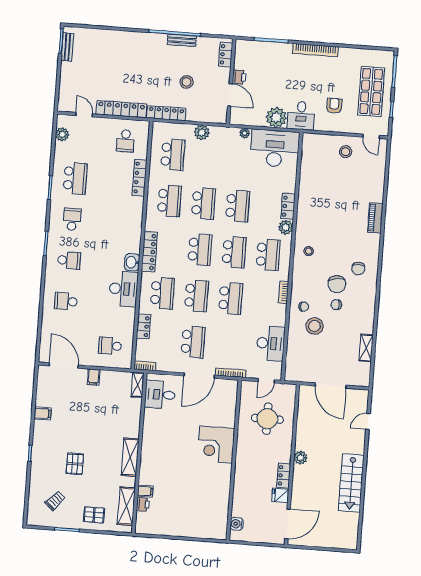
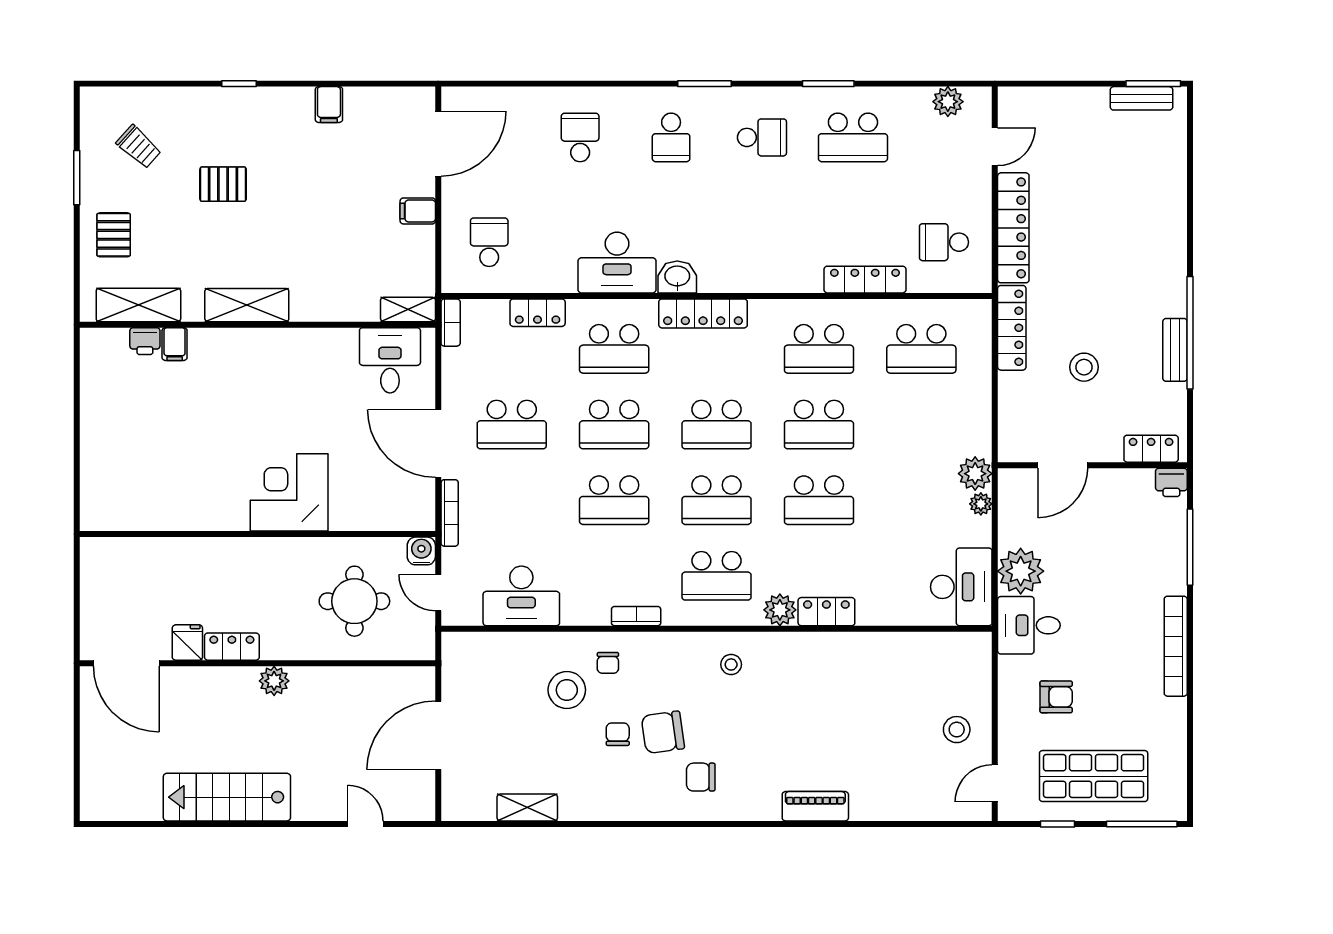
printer: (239, 77) -> (1171, 482), moved
plant: (202, 132) -> (975, 474), moved
desk: (275, 148) -> (961, 587), width x0.73, depth x0.77
water cooler: (237, 524) -> (421, 551), moved

